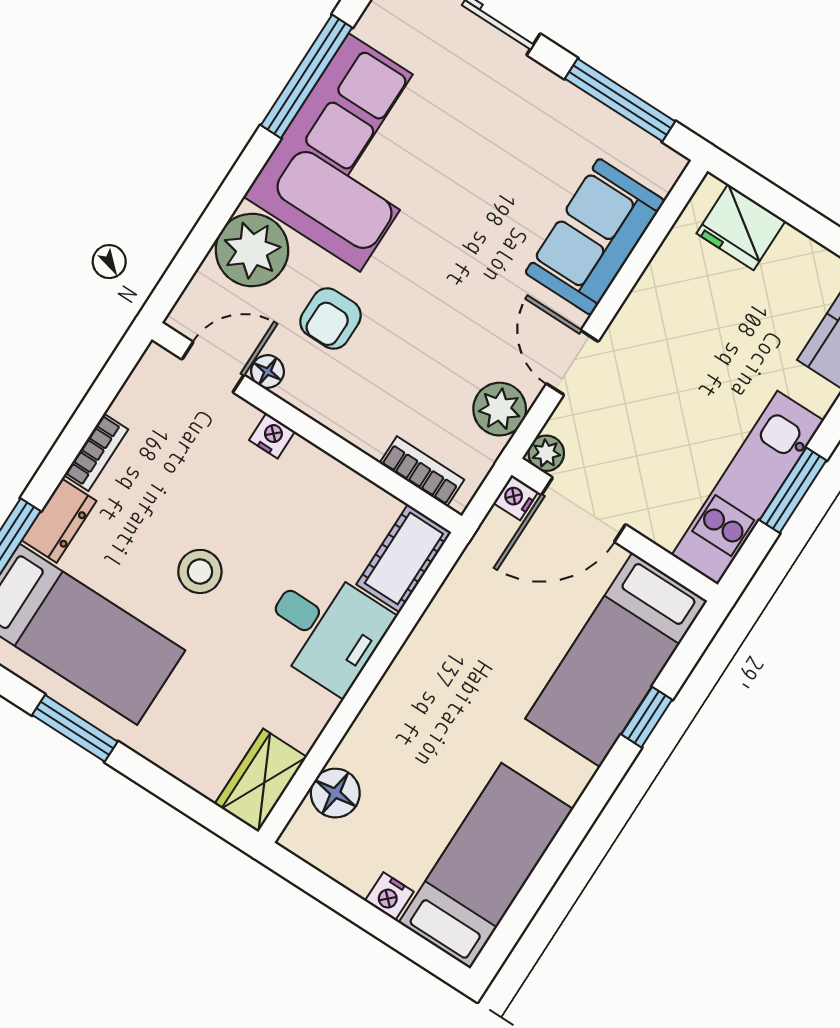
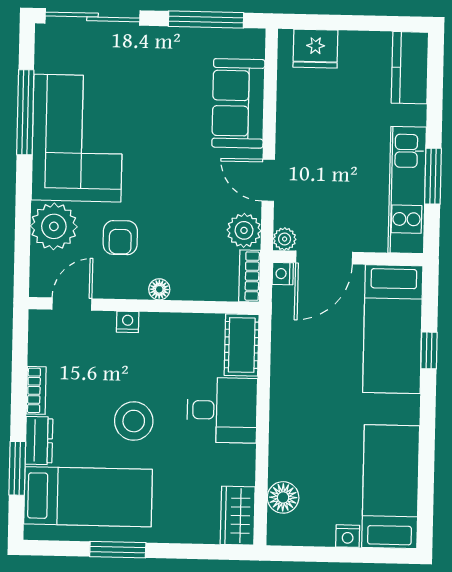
floor lamp: (268, 371) -> (159, 289), moved
bookcase: (422, 471) -> (250, 276), moved, turned -90
stool: (200, 571) -> (134, 421), width x1.38, depth x1.38

